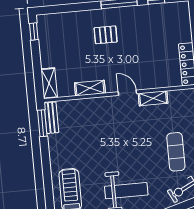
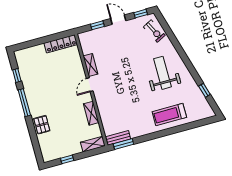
window: (34, 31) -> (67, 159), moved
pallet: (106, 35) -> (42, 125), moved
exercise mat: (176, 152) -> (127, 41), removed

